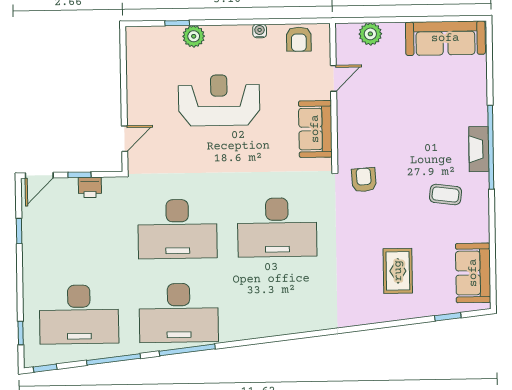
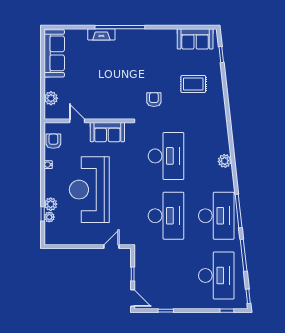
plant: (172, 34) -> (49, 217), added
armchair: (299, 39) -> (53, 141), turned -90
reception desk: (219, 100) -> (89, 190), width x1.36, depth x1.30
door: (125, 139) -> (111, 247), hinge flipped
fireplace: (479, 149) -> (101, 34), moved
armchair: (364, 180) -> (154, 100), moved, turned 94
printer: (90, 187) -> (140, 268), removed
coffee table: (445, 194) -> (148, 55), removed
plant: (270, 325) -> (225, 161), added

